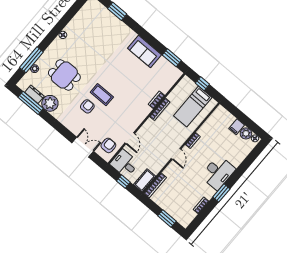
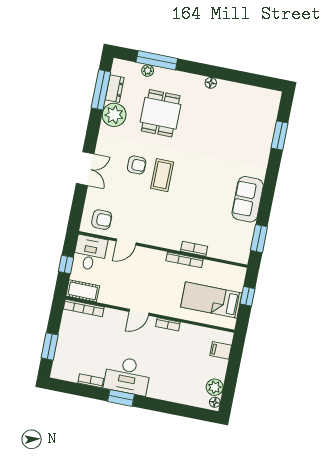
filing cabinet: (237, 127) -> (221, 350), moved
double door: (83, 147) -> (85, 169), moved
desk: (218, 173) -> (127, 376), moved

